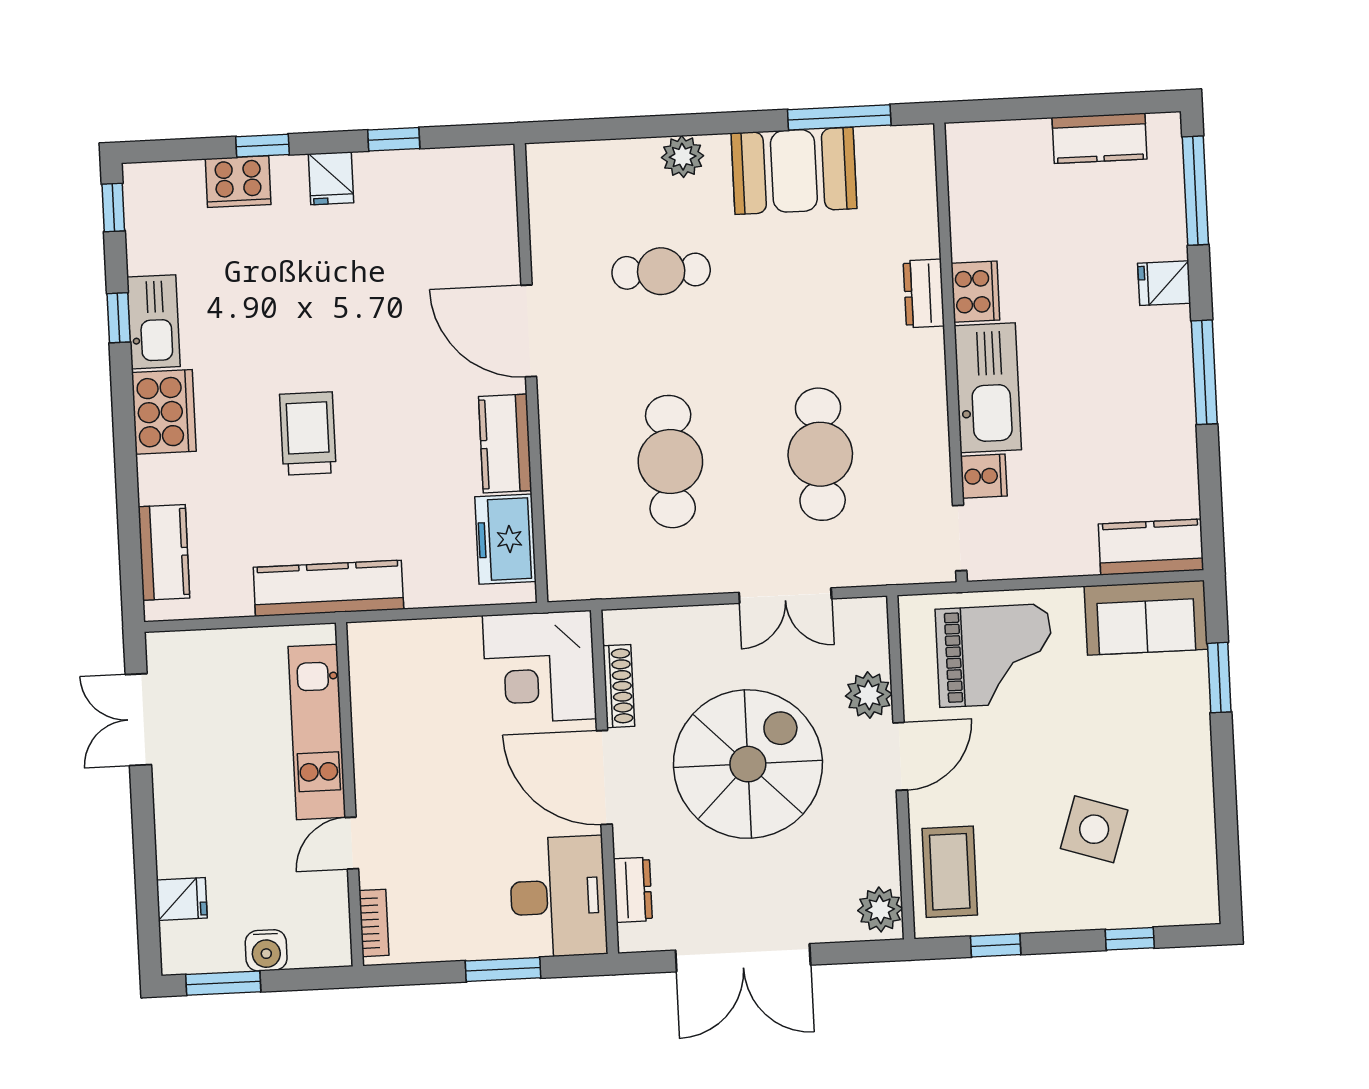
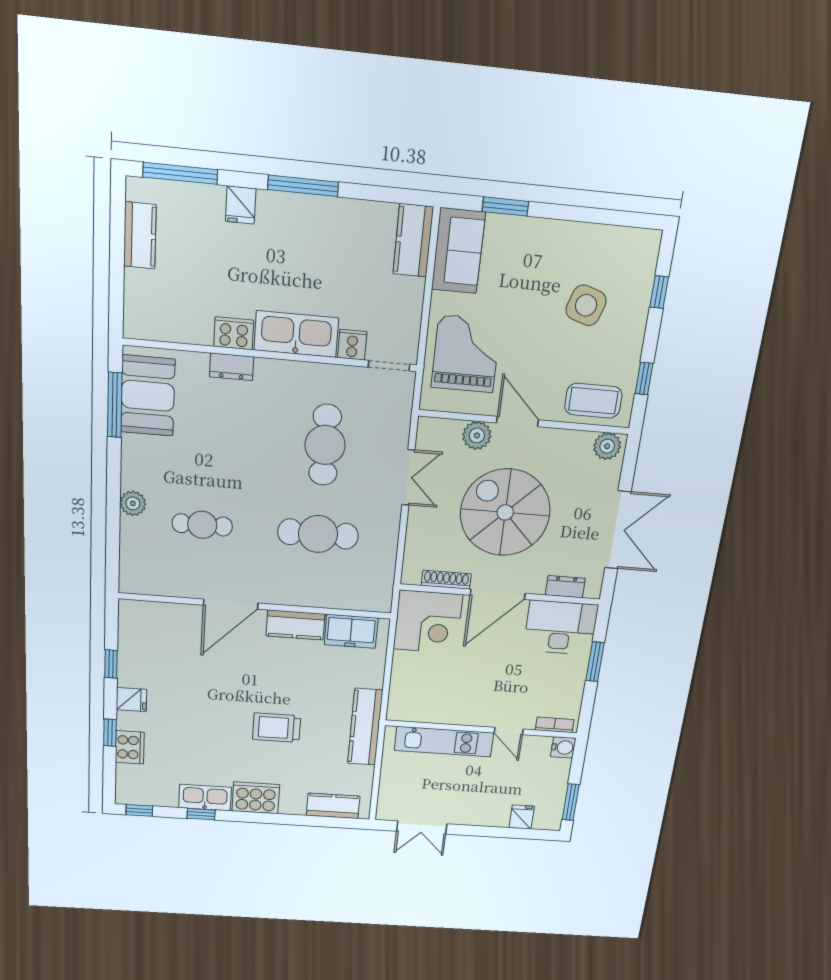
booth: (794, 171) -> (148, 396), moved
cafe table: (661, 271) -> (202, 525), turned 90
cafe table: (820, 454) -> (325, 445), turned 90
water cooler: (266, 950) -> (563, 747), moved

